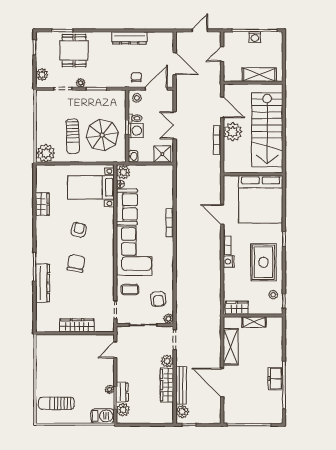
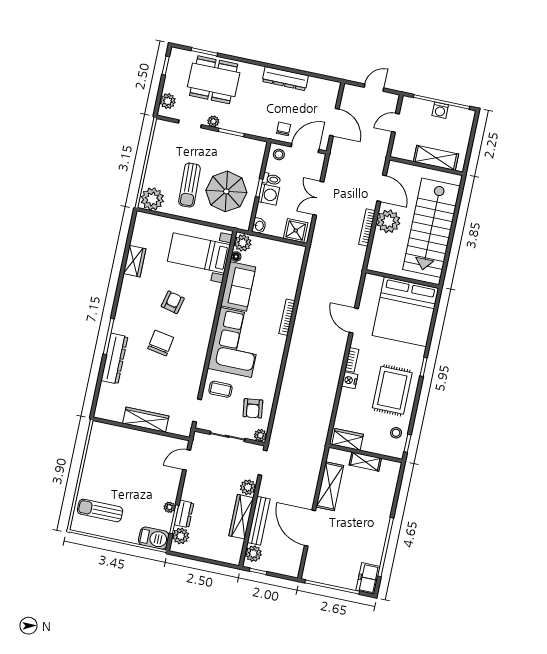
dining table: (74, 51) -> (214, 80), width x1.38
freezer: (275, 379) -> (368, 578), moved

